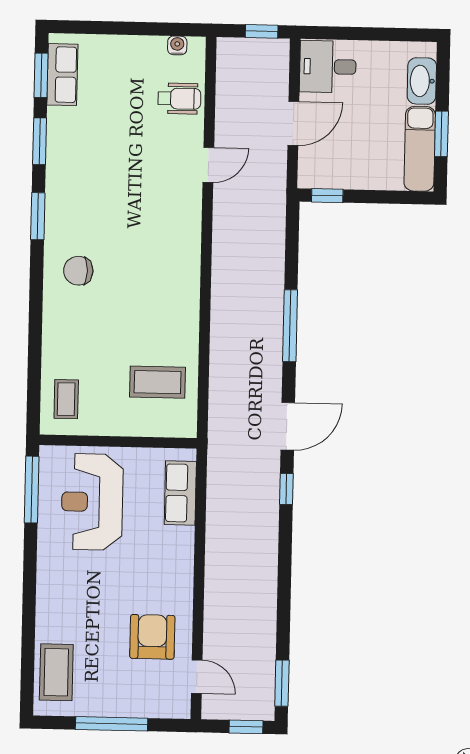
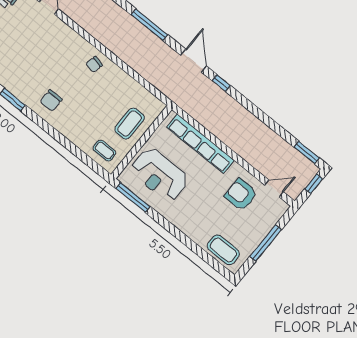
chair: (175, 292) -> (94, 64), added
coffee table: (158, 382) -> (130, 124), moved
row of seats: (180, 493) -> (201, 144), width x2.02

